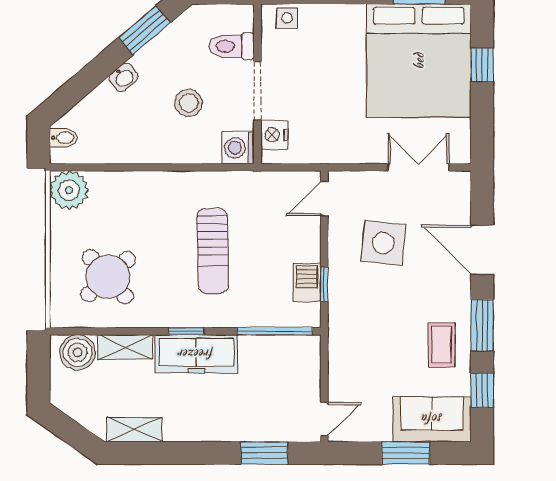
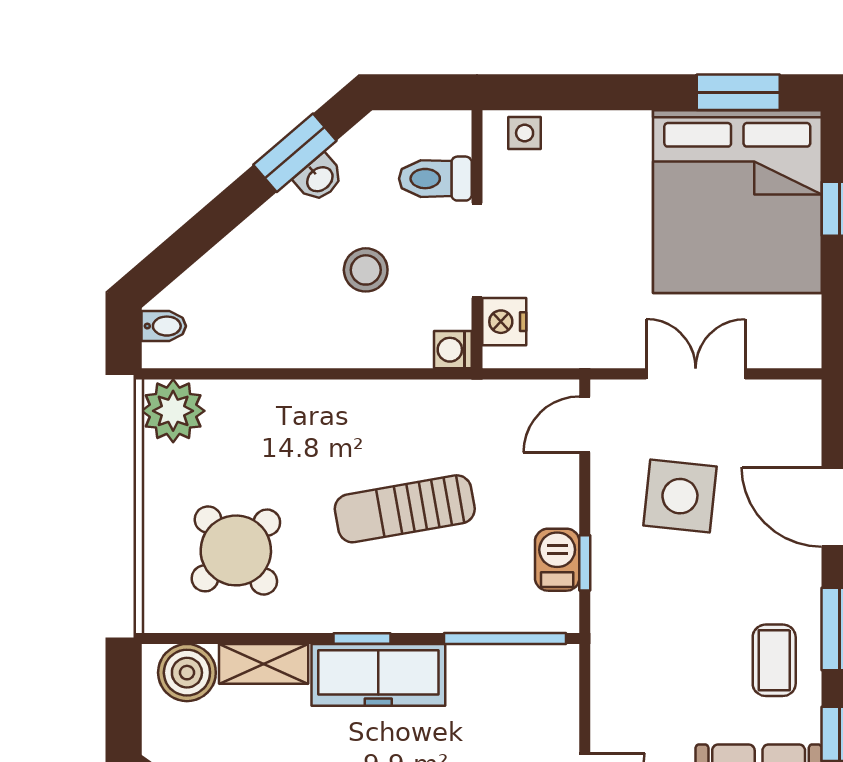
washbasin: (123, 77) -> (319, 178), moved
washing machine: (238, 148) -> (453, 350), width x0.73, depth x0.73
double door: (418, 167) -> (696, 374), moved
sun lounger: (213, 251) -> (405, 509), turned 81

